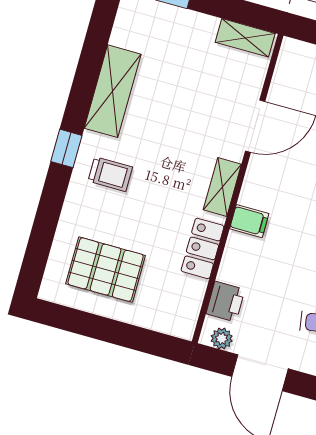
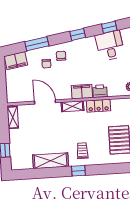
filing cabinet: (249, 221) -> (82, 92), width x2.00
printer: (225, 302) -> (100, 91), moved

